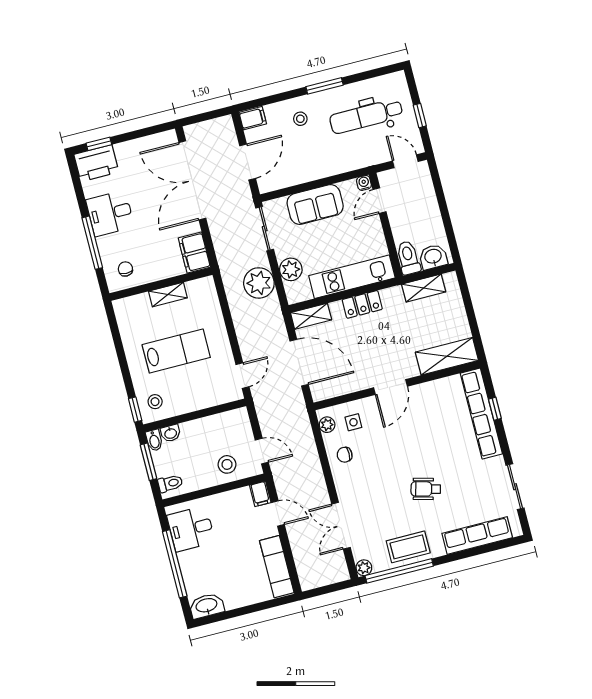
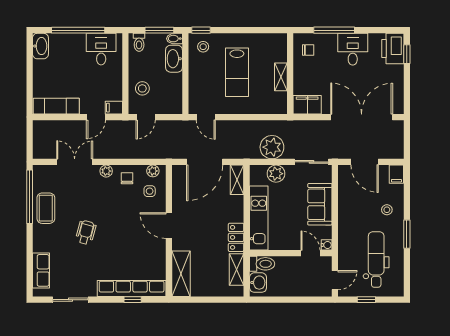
locker: (362, 304) -> (236, 237), moved
washbasin: (171, 433) -> (174, 59), width x1.91, depth x1.45
row of seats: (477, 536) -> (41, 270), width x0.68
plant: (364, 568) -> (106, 171), moved

